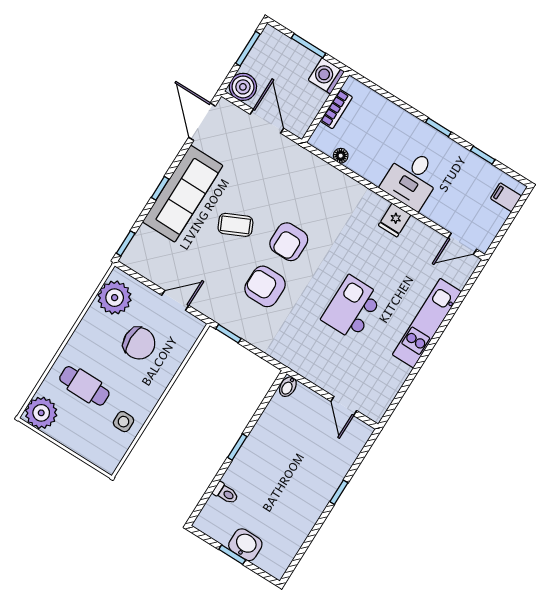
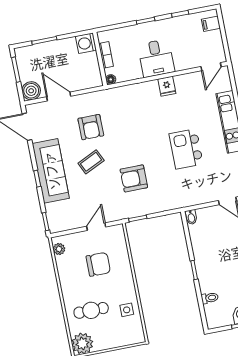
washing machine: (326, 76) -> (86, 43), moved
wall: (325, 107) -> (100, 59), moved
bookcase: (336, 109) -> (106, 55), moved
armchair: (289, 242) -> (91, 127), moved
plant: (115, 298) -> (59, 249), width x0.53, depth x0.53

